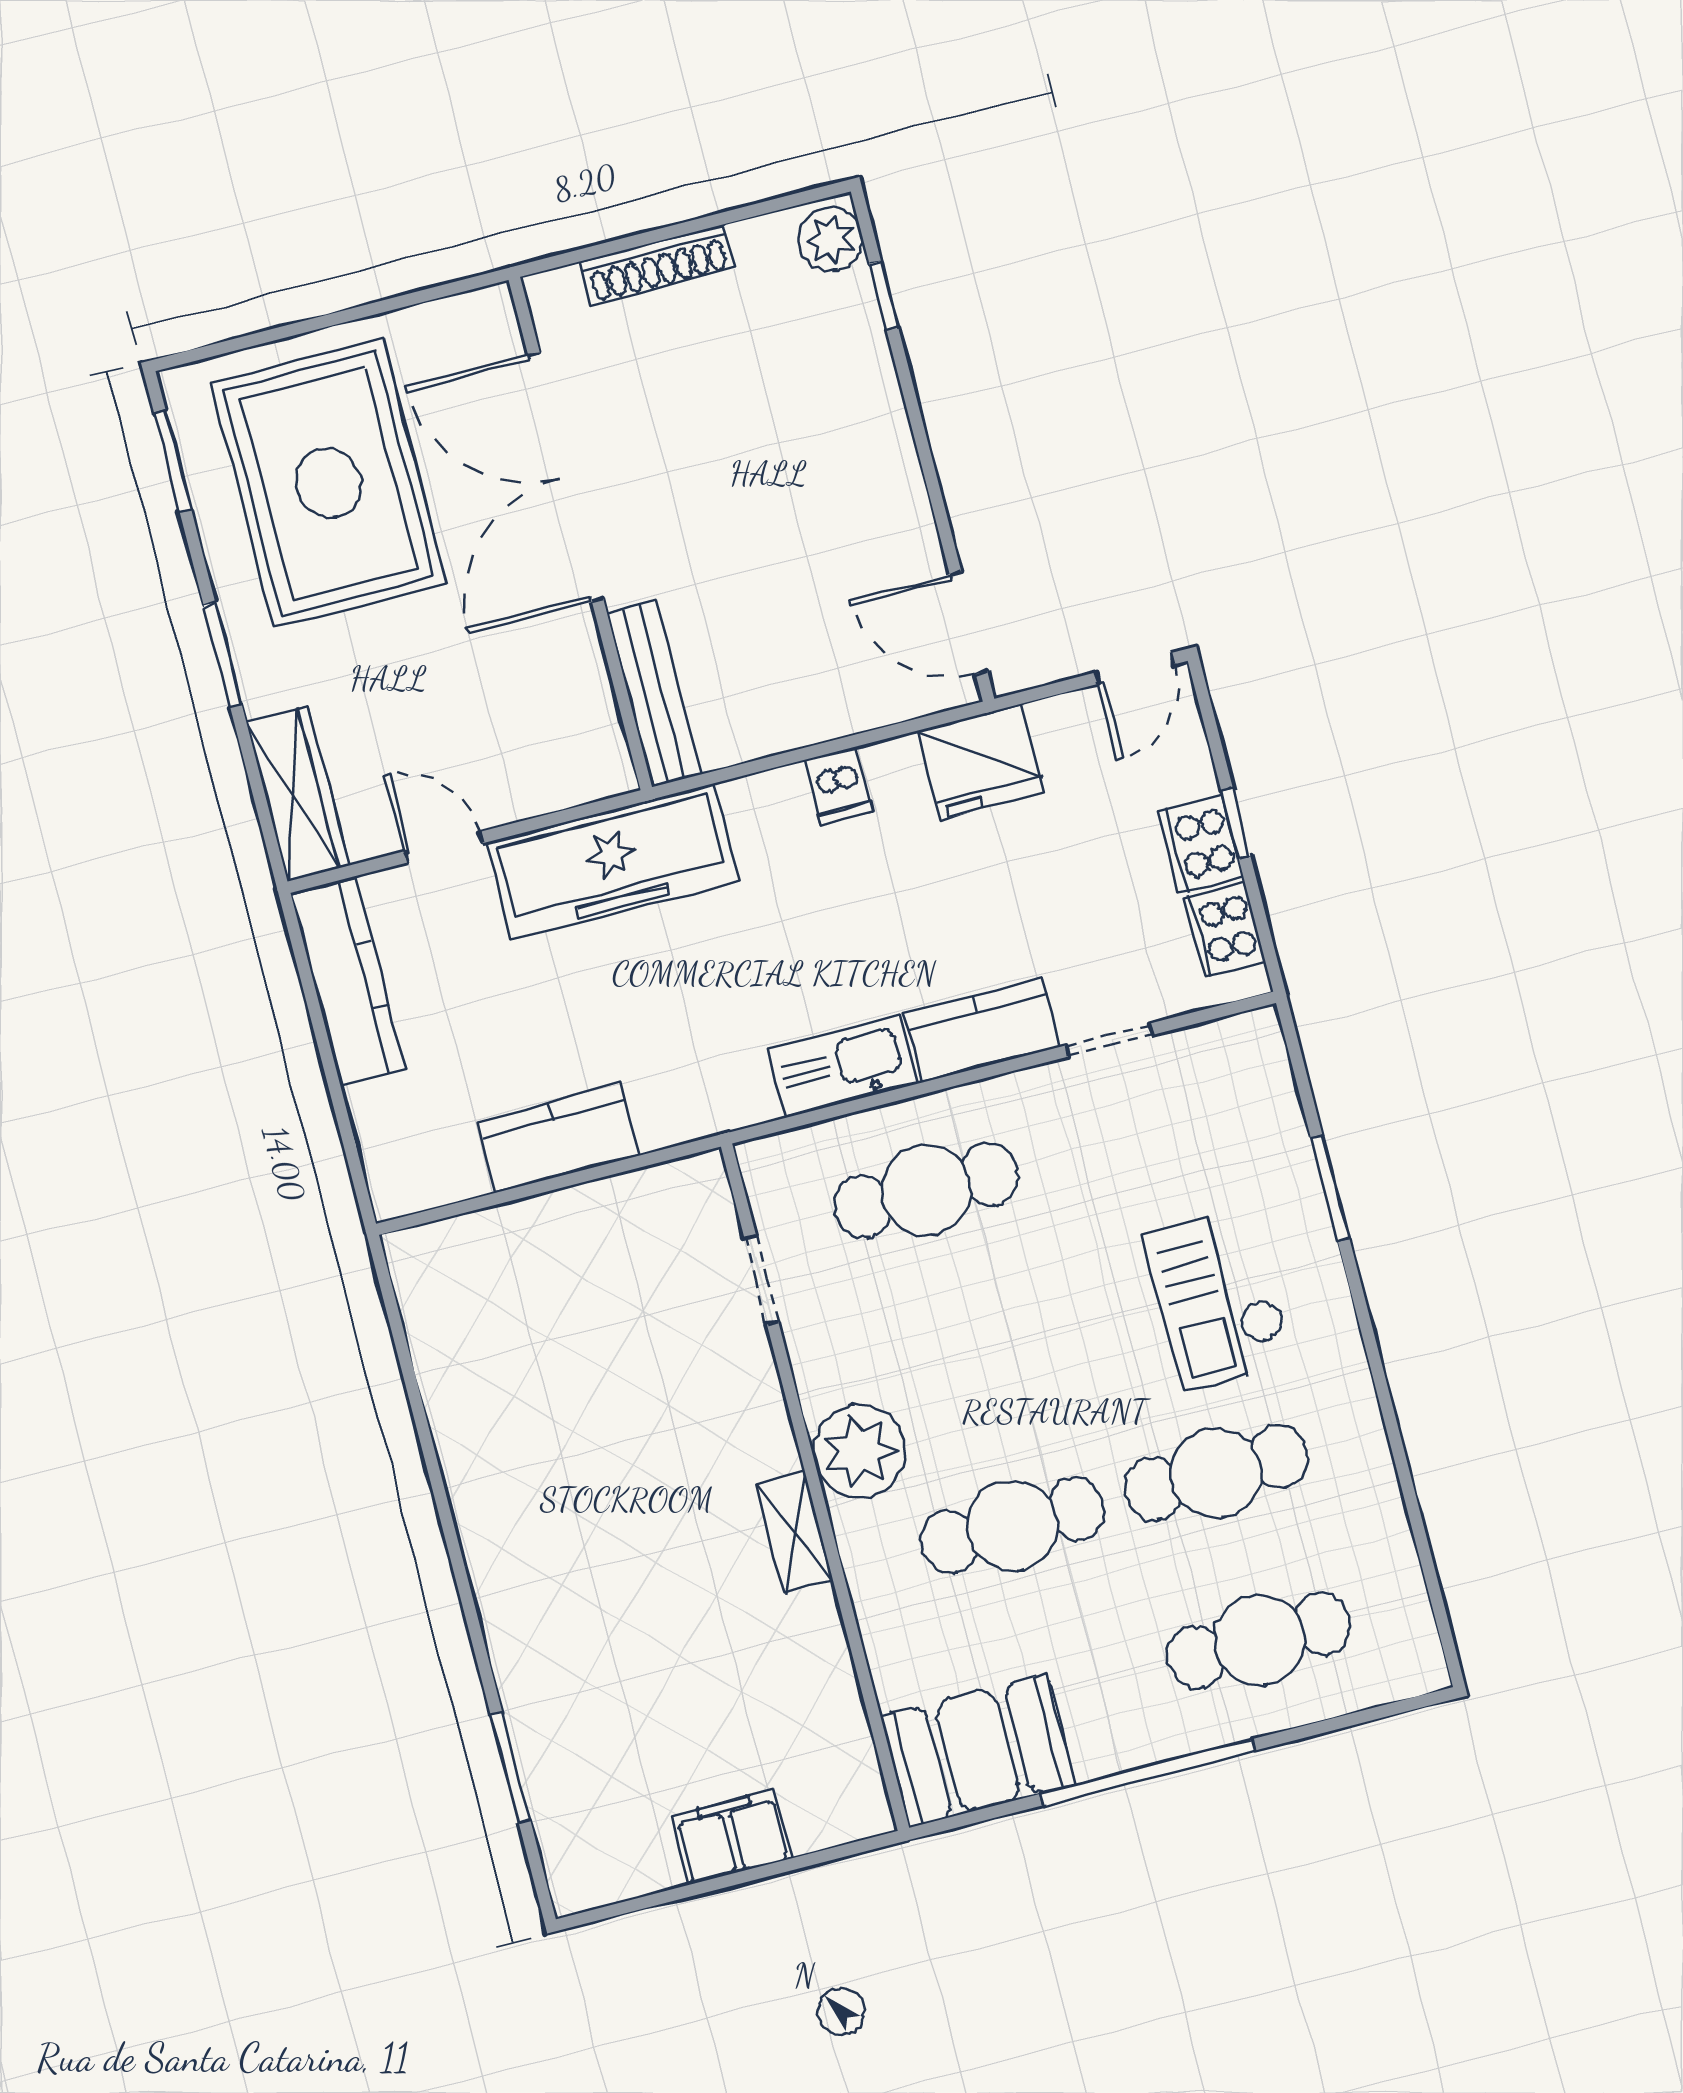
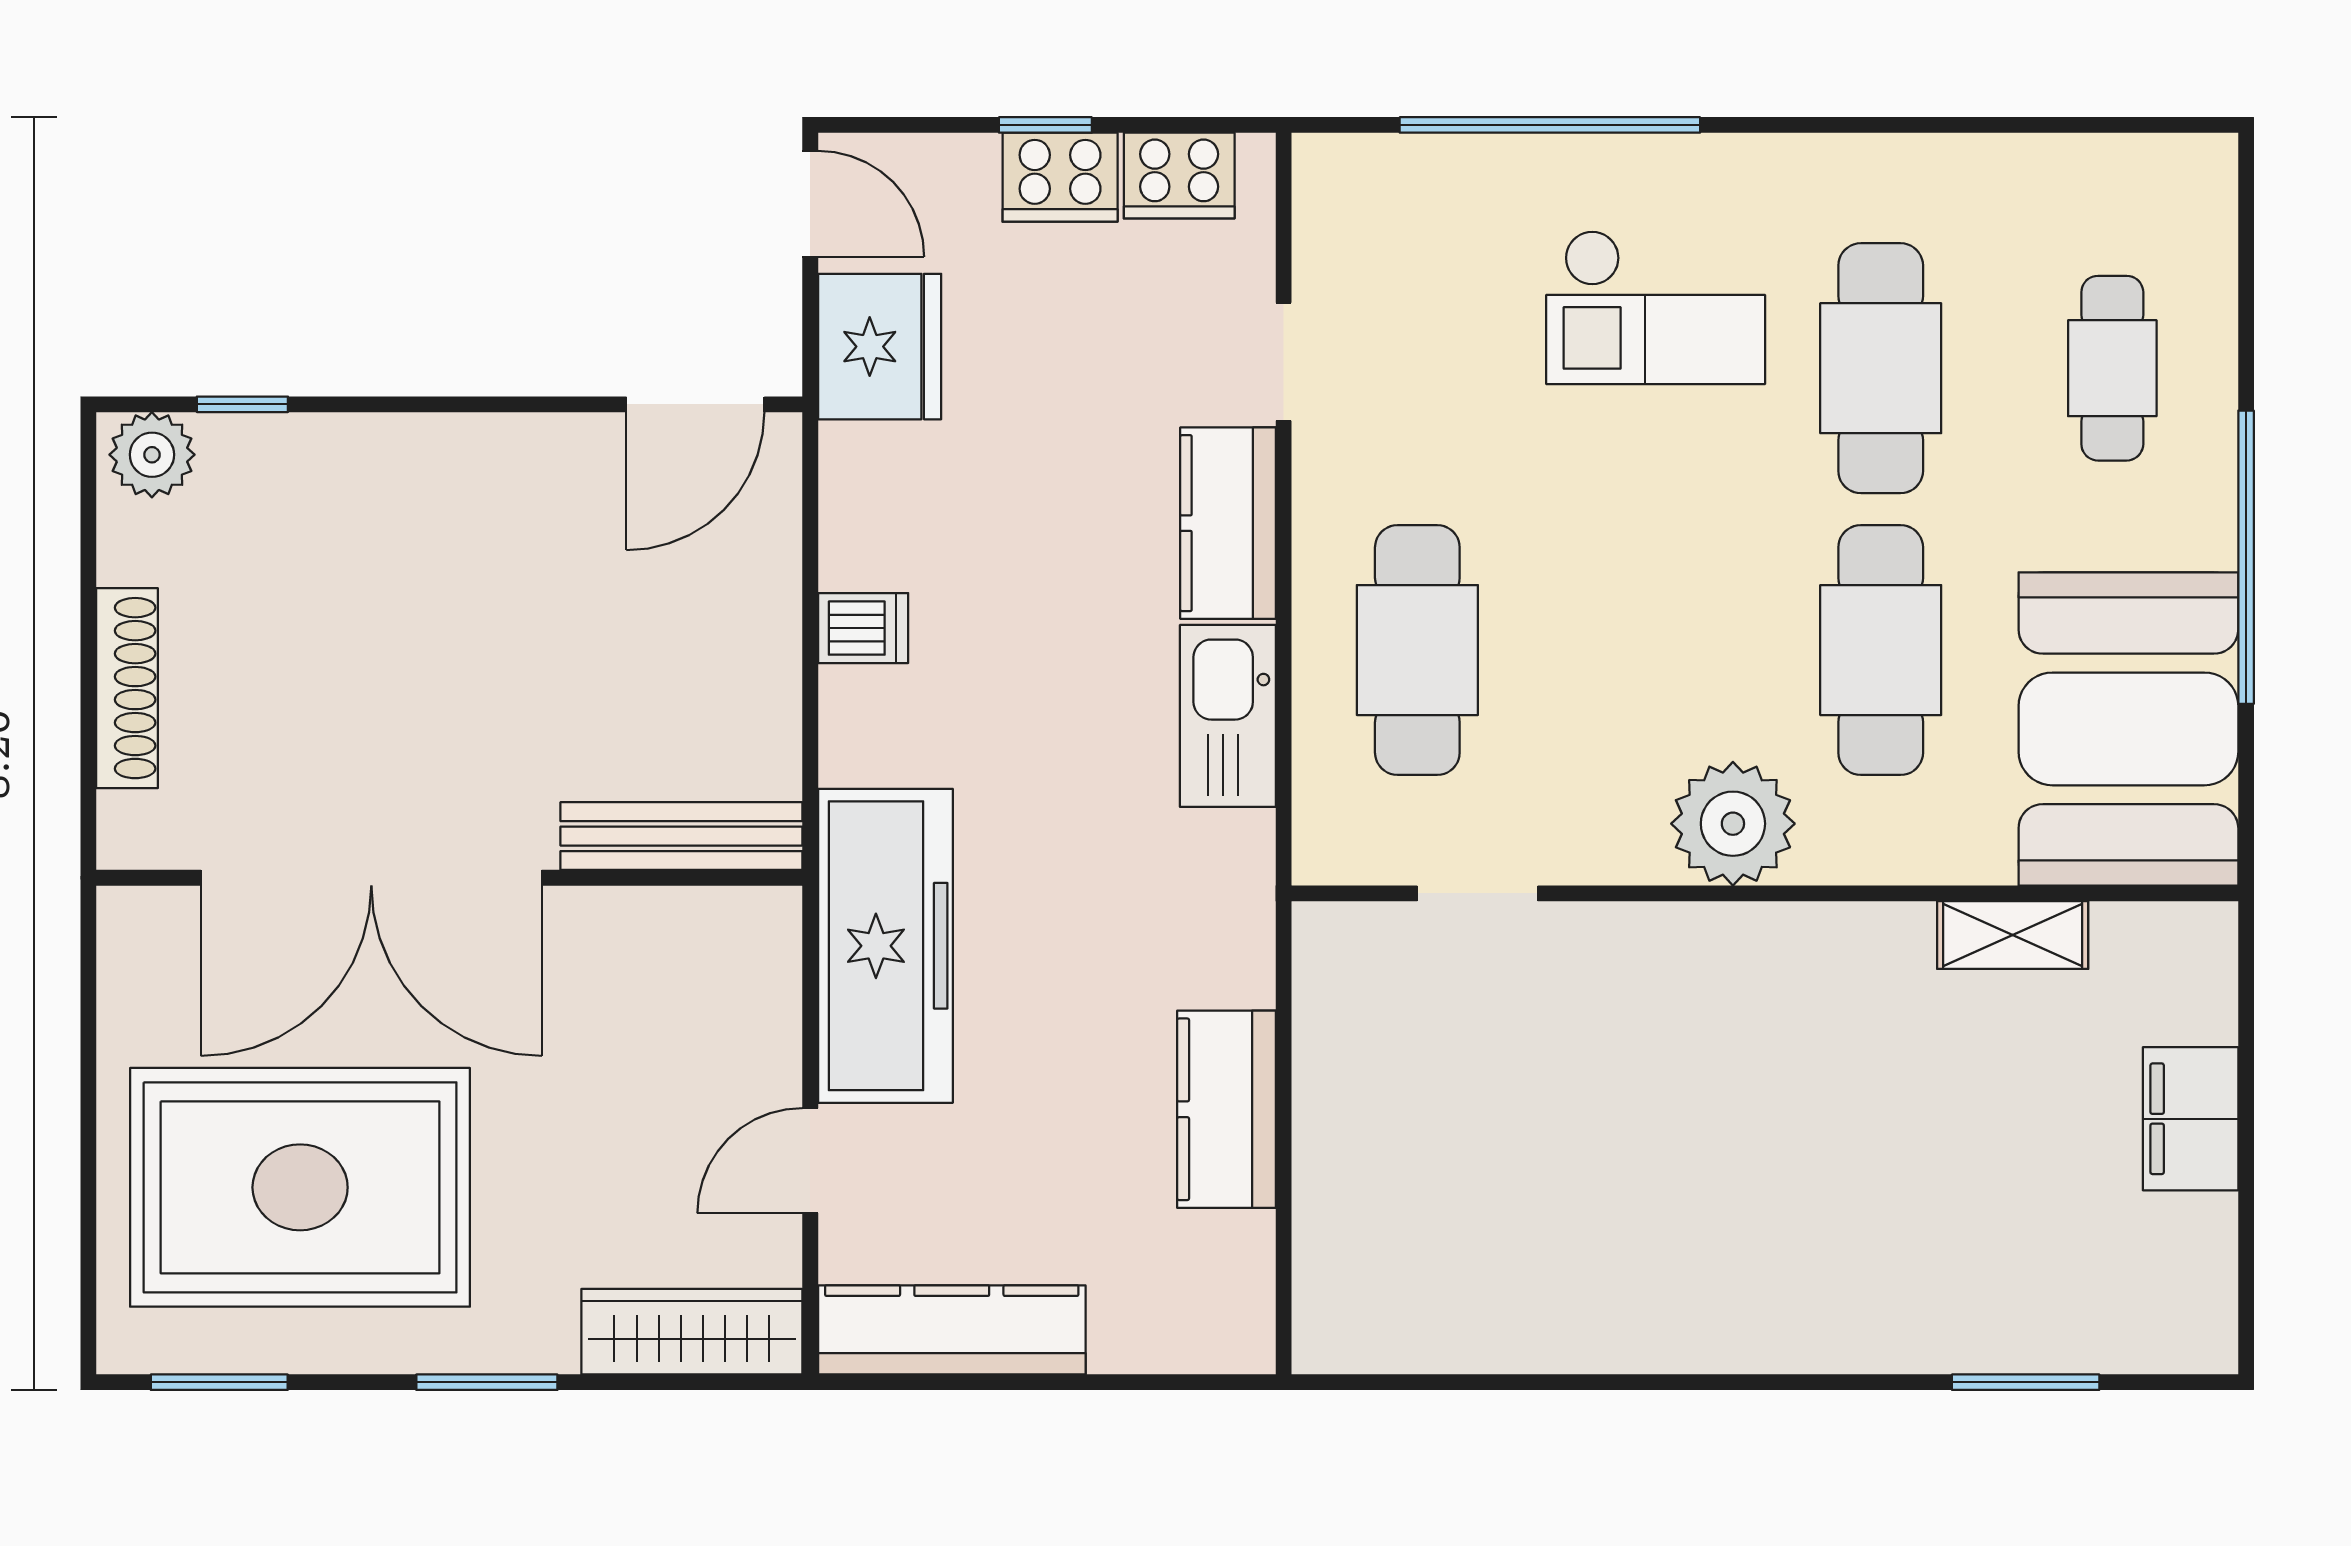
fridge: (981, 762) -> (880, 347), moved
window: (1330, 1188) -> (1550, 125), width x2.11
shelving: (795, 1532) -> (2013, 935), moved
cafe table: (1259, 1640) -> (2112, 368), width x0.73, depth x0.74
booth: (978, 1751) -> (2128, 729), width x1.36, depth x1.42

